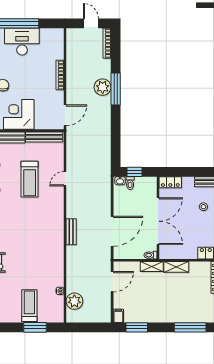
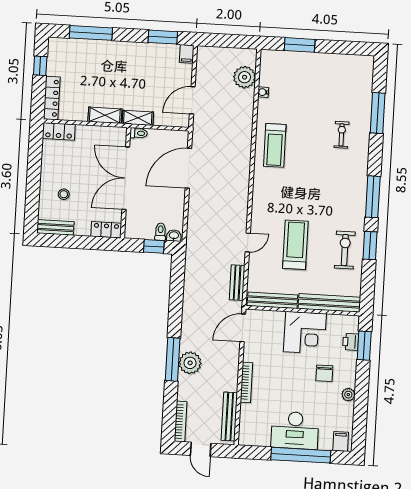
bench: (71, 49) -> (229, 416), added
bench: (71, 232) -> (237, 283), moved
treadmill: (29, 306) -> (275, 145), moved

